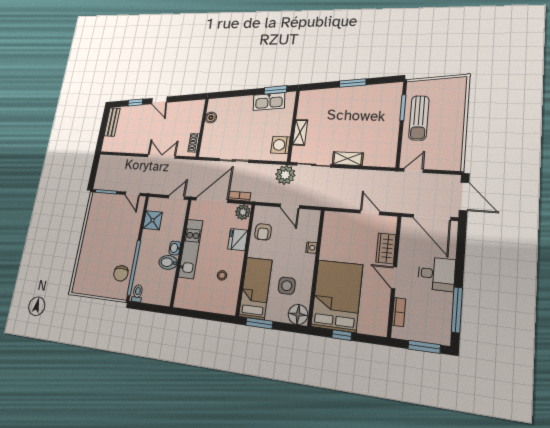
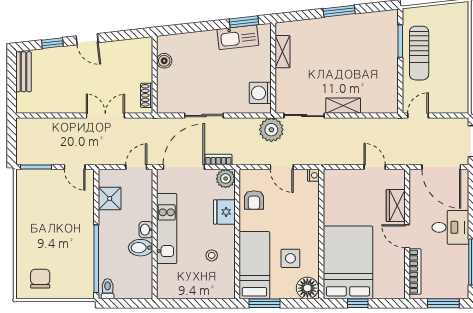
shelving: (300, 132) -> (283, 52), moved
nightstand: (311, 248) -> (313, 175), moved
chair: (121, 273) -> (40, 279), moved, turned 180
bookcase: (399, 312) -> (415, 272), width x1.56

